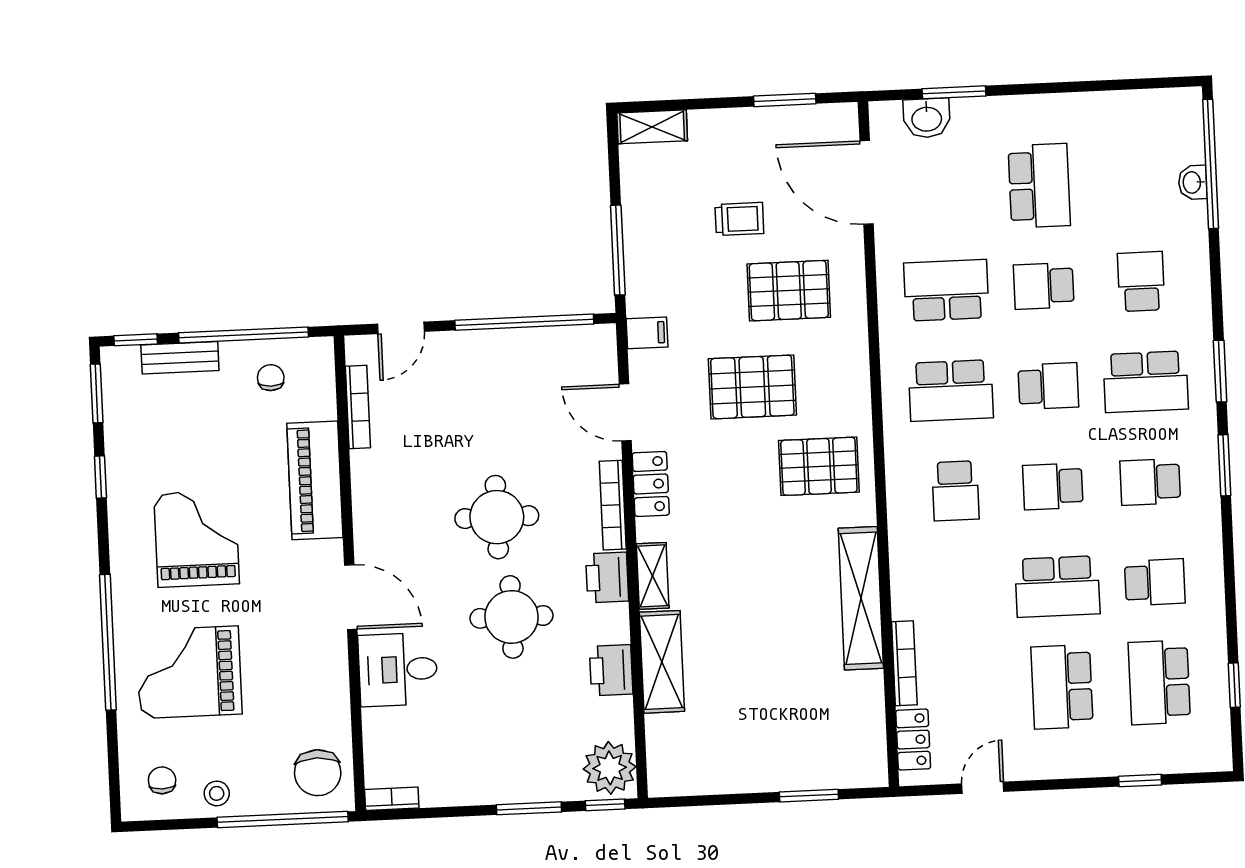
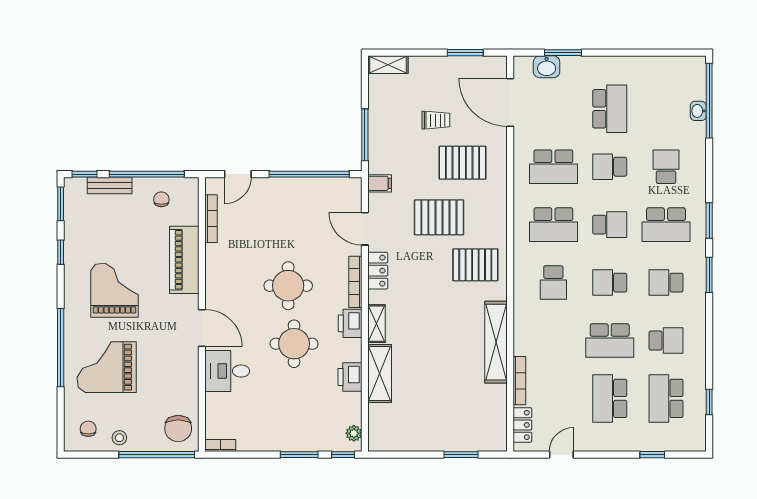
school desk: (946, 290) -> (553, 167), turned 180
plant: (610, 768) -> (354, 433), width x0.53, depth x0.53

